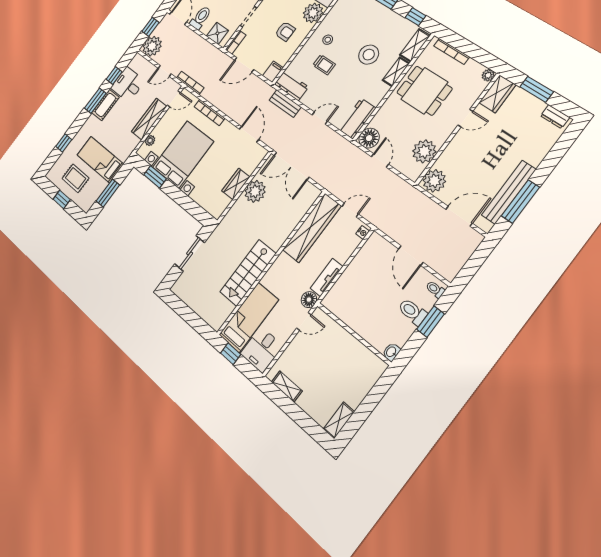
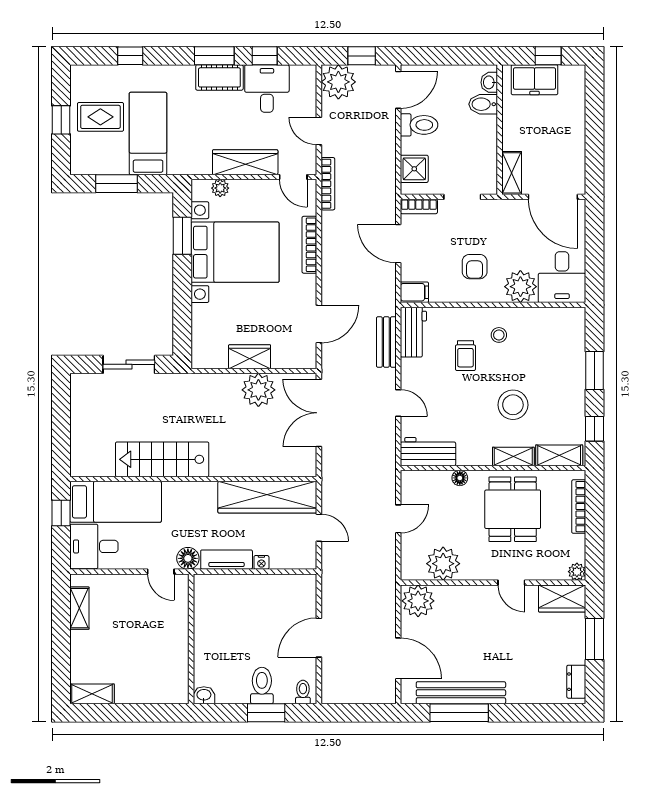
floor lamp: (369, 138) -> (460, 478), moved, width x0.53, depth x0.53
rug: (76, 178) -> (100, 117), turned 90
nightstand: (363, 232) -> (261, 562), moved

